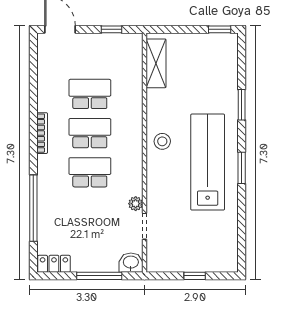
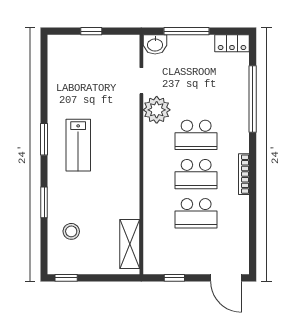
stool: (162, 141) -> (71, 231), moved
lab bench: (208, 162) -> (78, 145), width x0.54, depth x0.72
plant: (136, 204) -> (157, 110), width x1.87, depth x1.87

